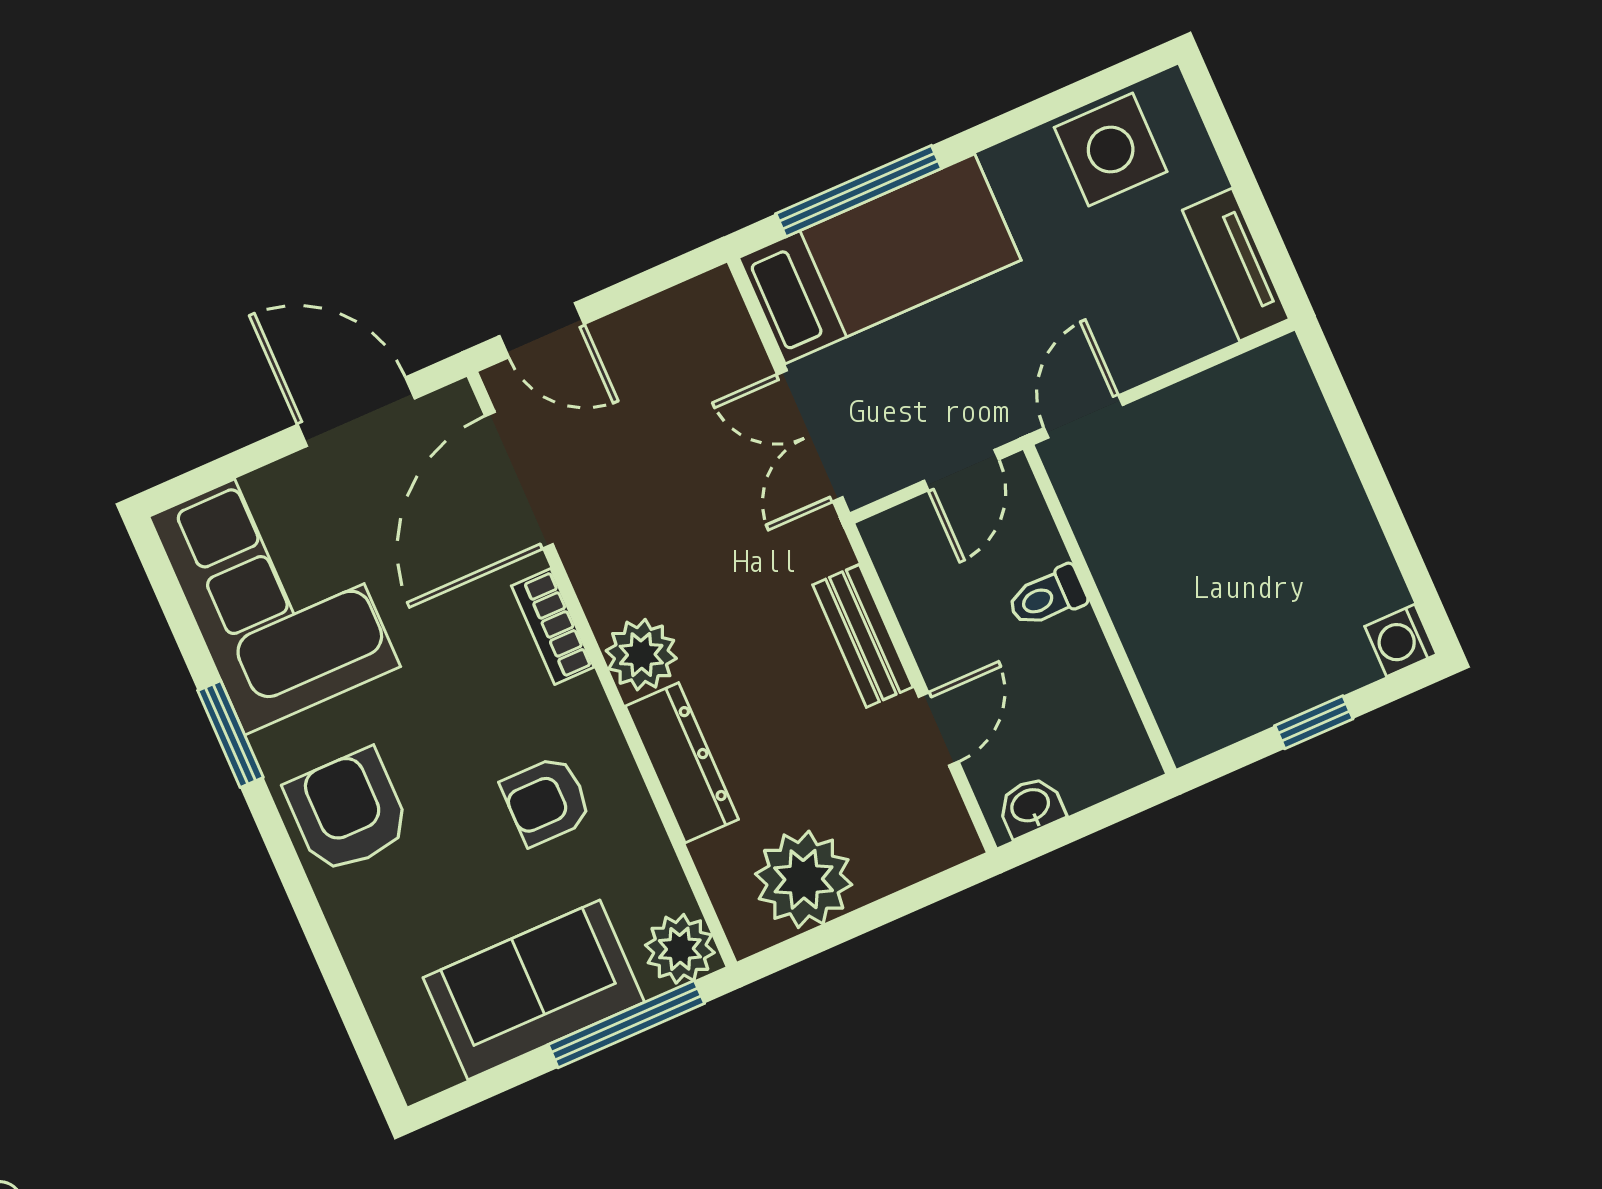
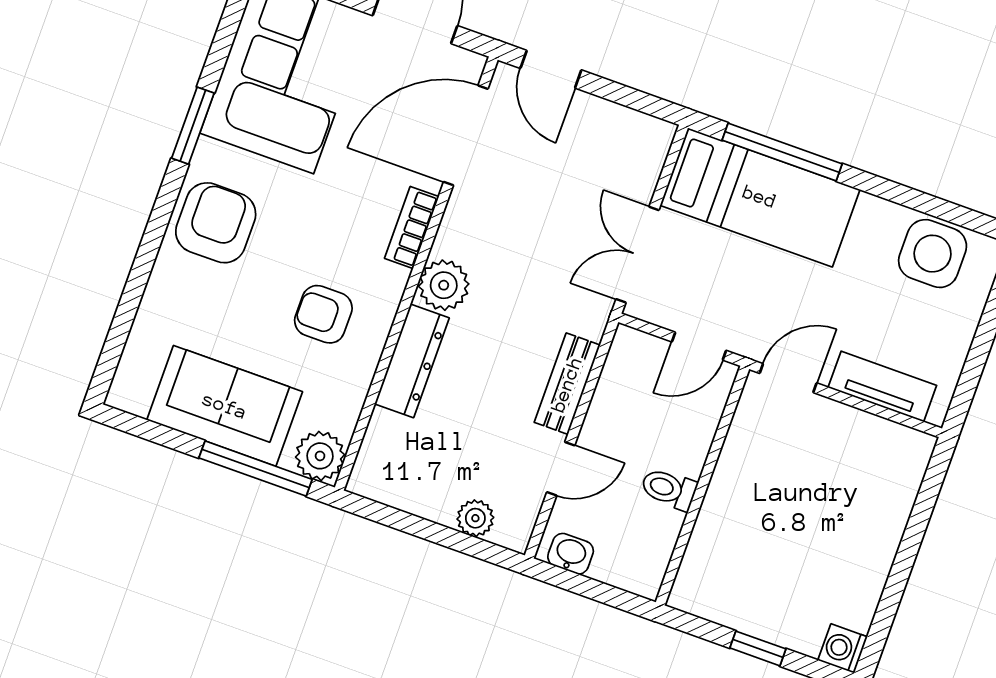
tv unit: (1236, 265) -> (882, 386), moved, turned 90
toilet: (1047, 597) -> (669, 489), moved
plant: (804, 879) -> (475, 518), moved, width x0.53, depth x0.53

